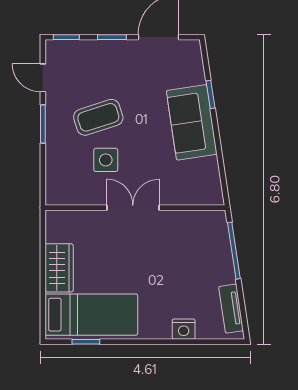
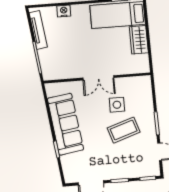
sofa: (192, 122) -> (65, 124), width x1.36
tv unit: (231, 309) -> (38, 30), width x1.41

